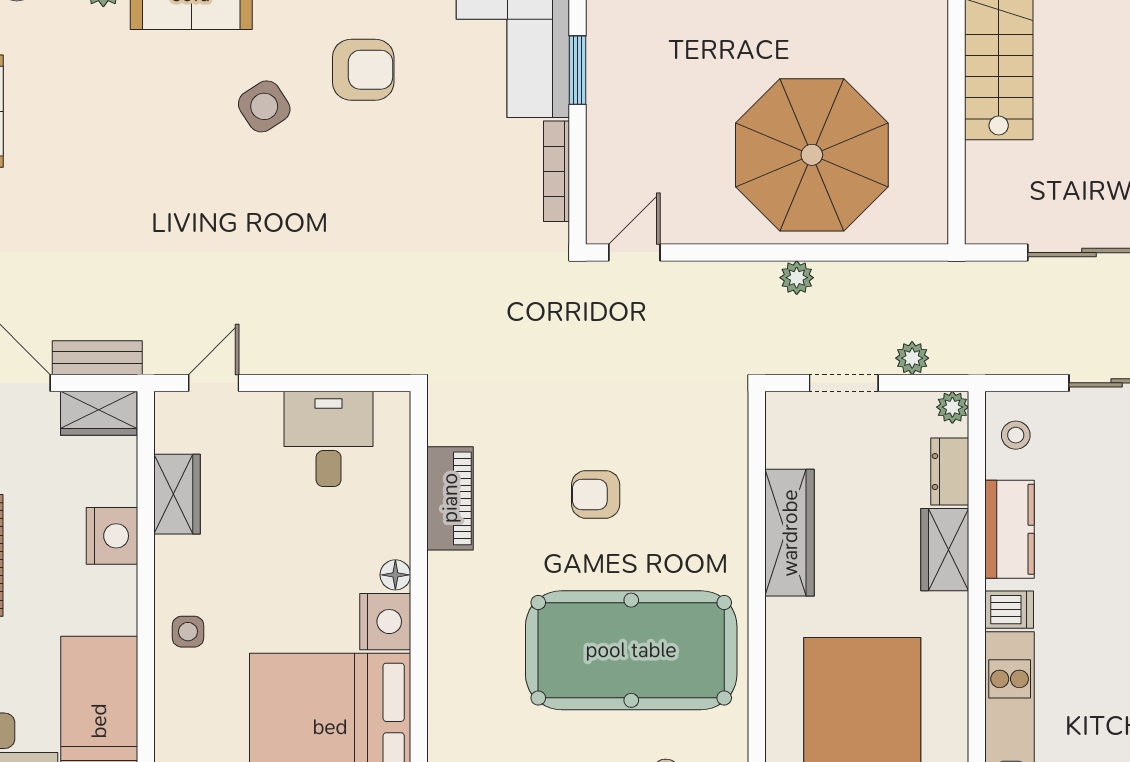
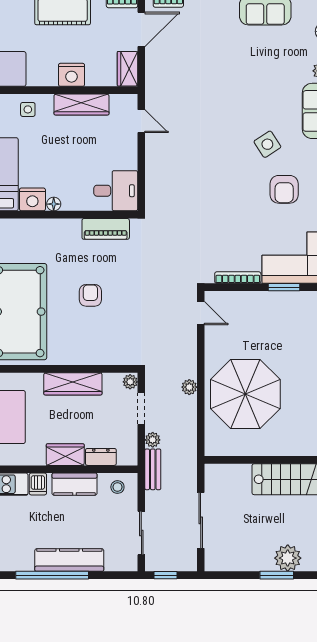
bench: (97, 358) -> (153, 469), moved
plant: (952, 407) -> (130, 382), moved
desk: (329, 439) -> (116, 191), moved
wardrobe: (177, 494) -> (81, 104), width x1.50
piano: (450, 498) -> (106, 229), moved

